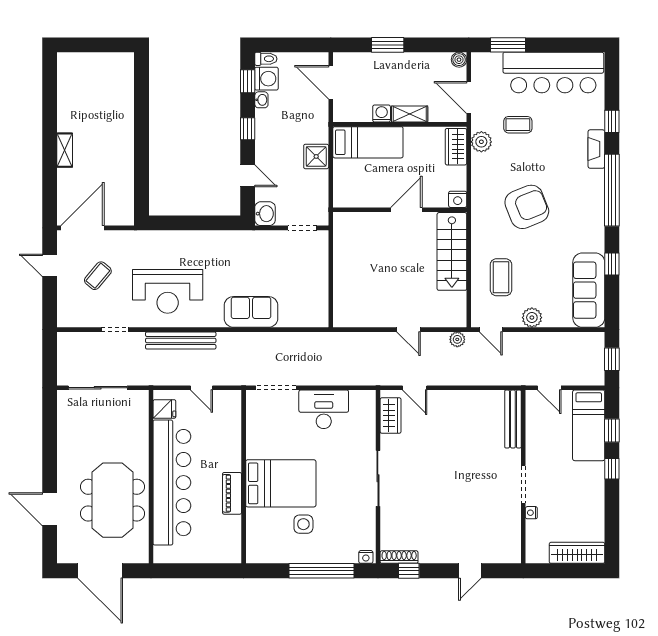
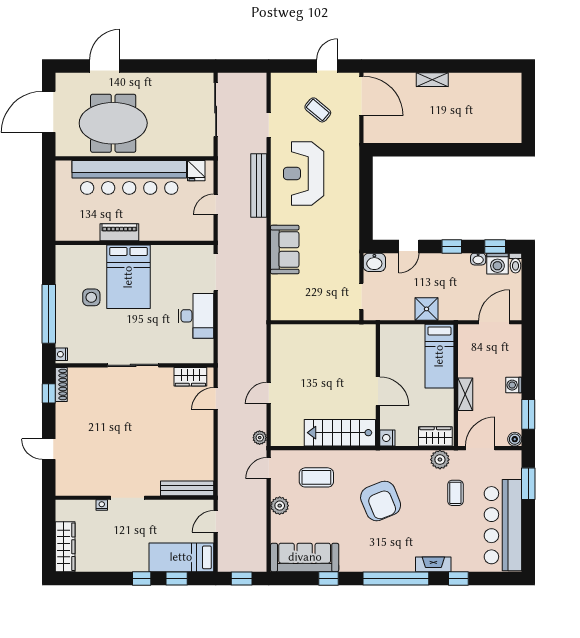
window: (388, 45) -> (528, 414), moved
washing machine: (382, 113) -> (514, 385), moved, turned 180

